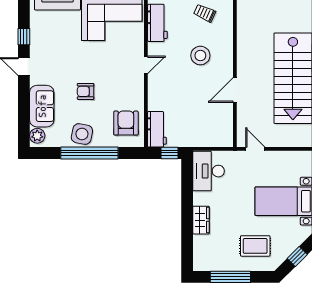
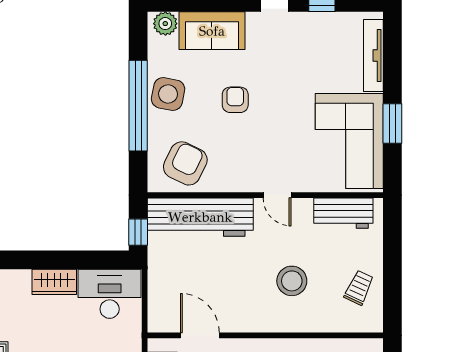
door: (235, 90) -> (200, 335), moved
armchair: (126, 123) -> (185, 163), turned -64
workbench: (157, 129) -> (200, 217), width x1.88, depth x1.32
wardrobe: (201, 220) -> (54, 282), moved

